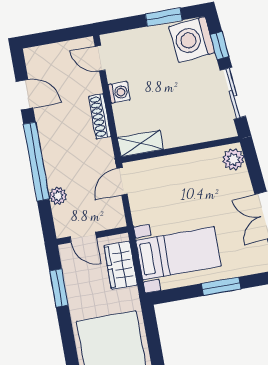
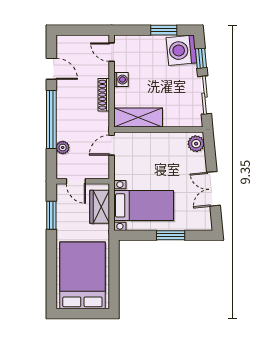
shelving: (140, 144) -> (138, 117), width x1.50, depth x1.33

